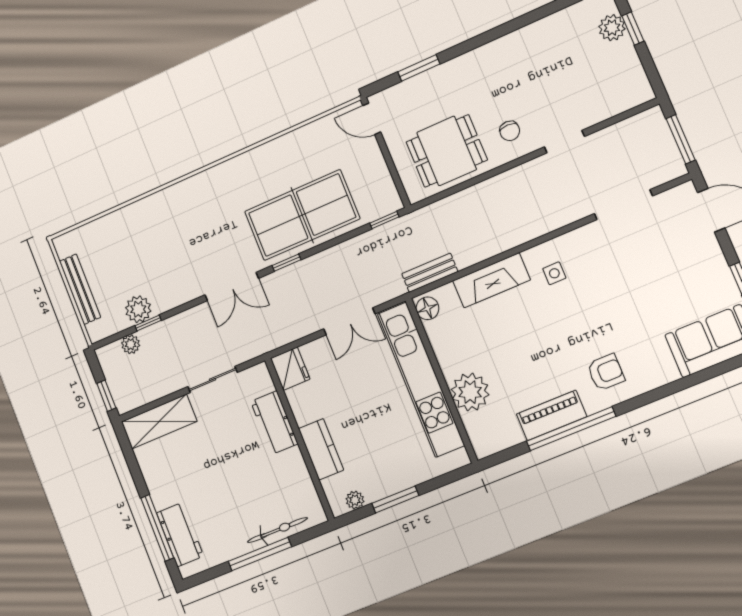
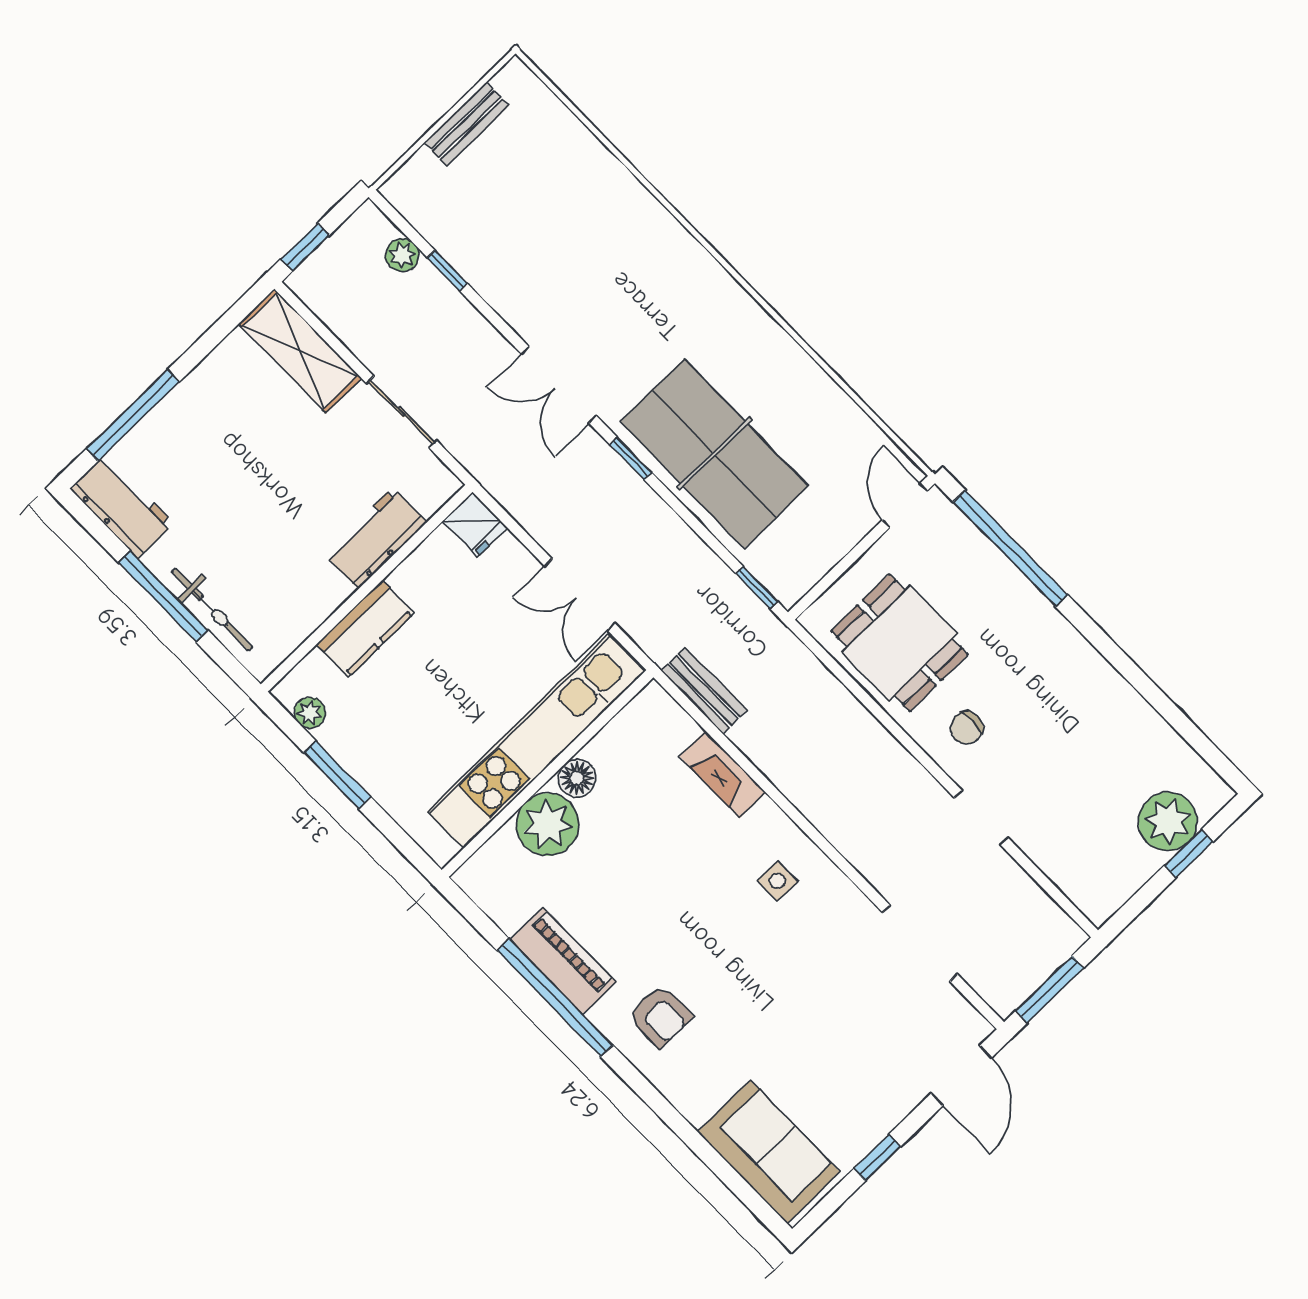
plant: (612, 28) -> (1168, 821), width x1.36, depth x1.36
window: (419, 68) -> (1011, 549), width x2.11
fireplace: (492, 280) -> (723, 775), width x0.73, depth x0.76
bench: (80, 289) -> (467, 124), width x0.73
floor lamp: (427, 308) -> (577, 778), moved
plant: (138, 309) -> (462, 245), removed
fridge: (290, 369) -> (475, 524), width x0.72
workbench: (180, 534) -> (122, 506), moved, turned -90

